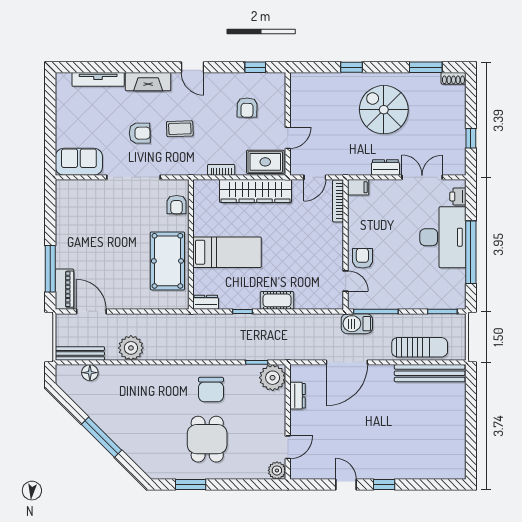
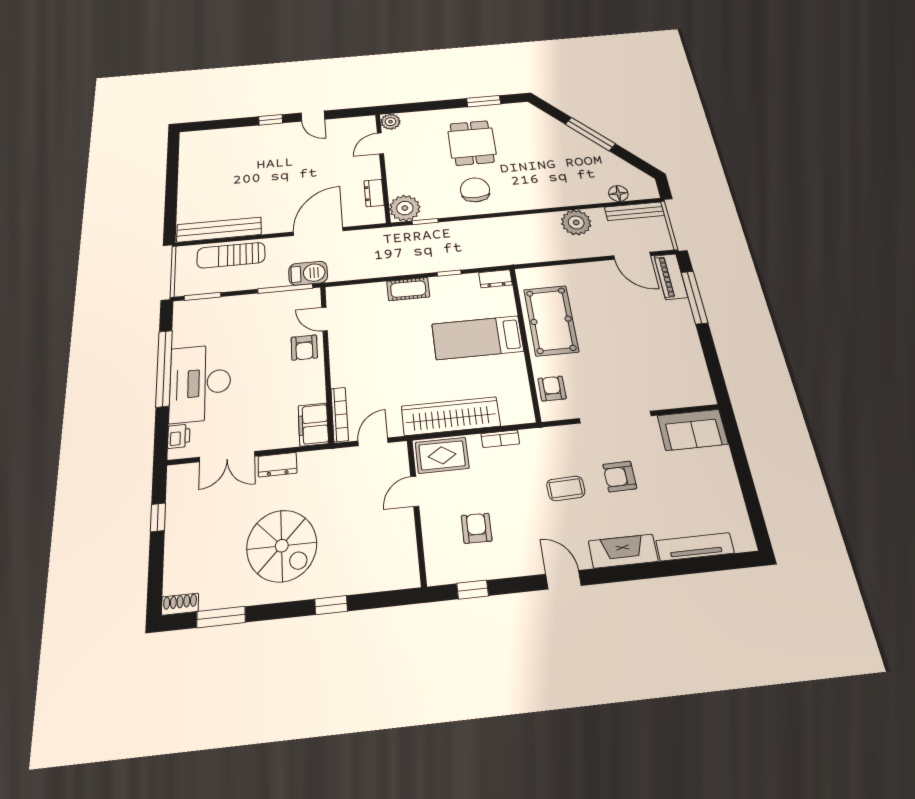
filing cabinet: (358, 187) -> (313, 424), width x2.00

